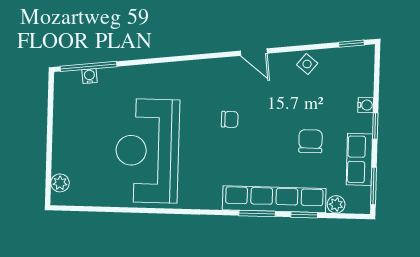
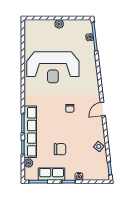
door: (254, 52) -> (103, 109), moved
reception desk: (147, 151) -> (53, 67), turned 180
plant: (60, 183) -> (59, 24), moved

